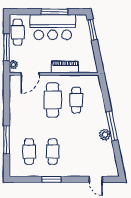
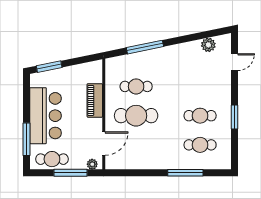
window: (54, 12) -> (27, 139), moved
door: (30, 74) -> (104, 144), hinge flipped
window: (112, 126) -> (145, 47), moved
plant: (105, 135) -> (208, 45), moved

